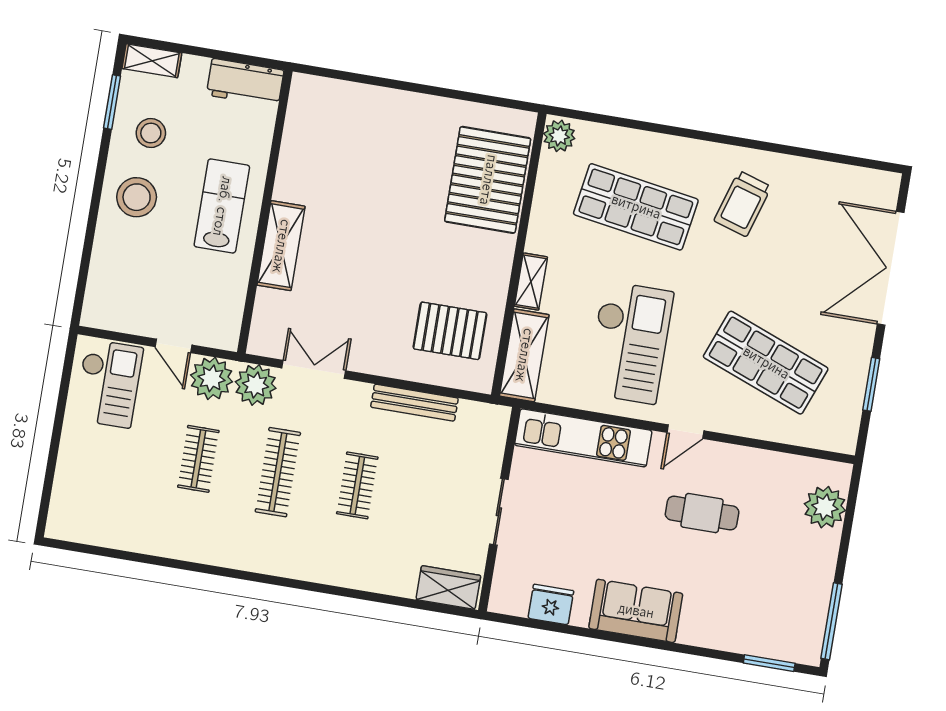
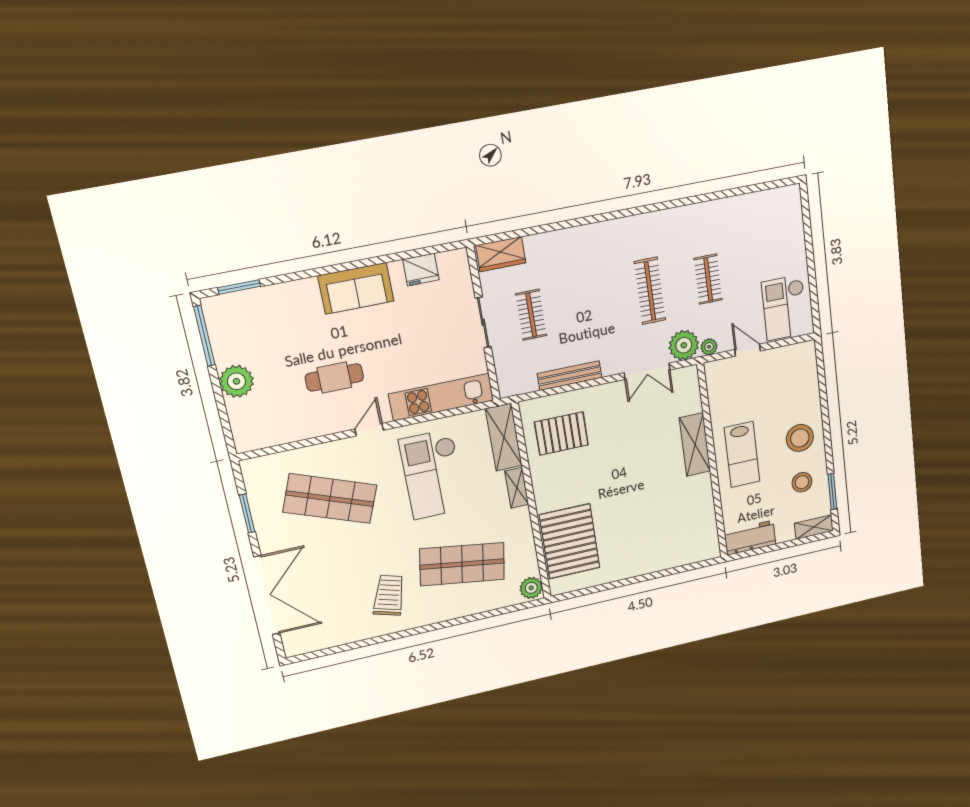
plant: (212, 378) -> (709, 347), width x0.53, depth x0.53
clothes rail: (357, 485) -> (531, 315), moved
plant: (825, 507) -> (237, 381), moved

